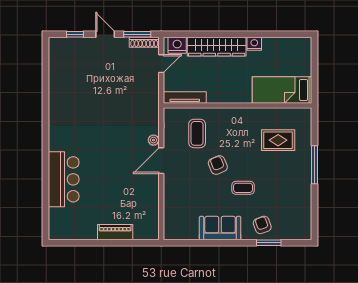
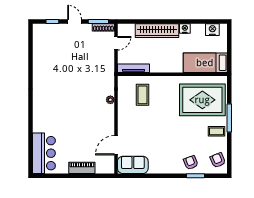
nightstand: (177, 45) -> (212, 30), moved
rug: (278, 140) -> (202, 100), width x1.86, depth x2.06
door: (161, 161) -> (116, 145), moved
armchair: (218, 165) -> (218, 160), moved
bar counter: (64, 179) -> (44, 153), moved
coffee table: (243, 188) -> (216, 131), moved
sofa: (220, 228) -> (133, 165), moved

